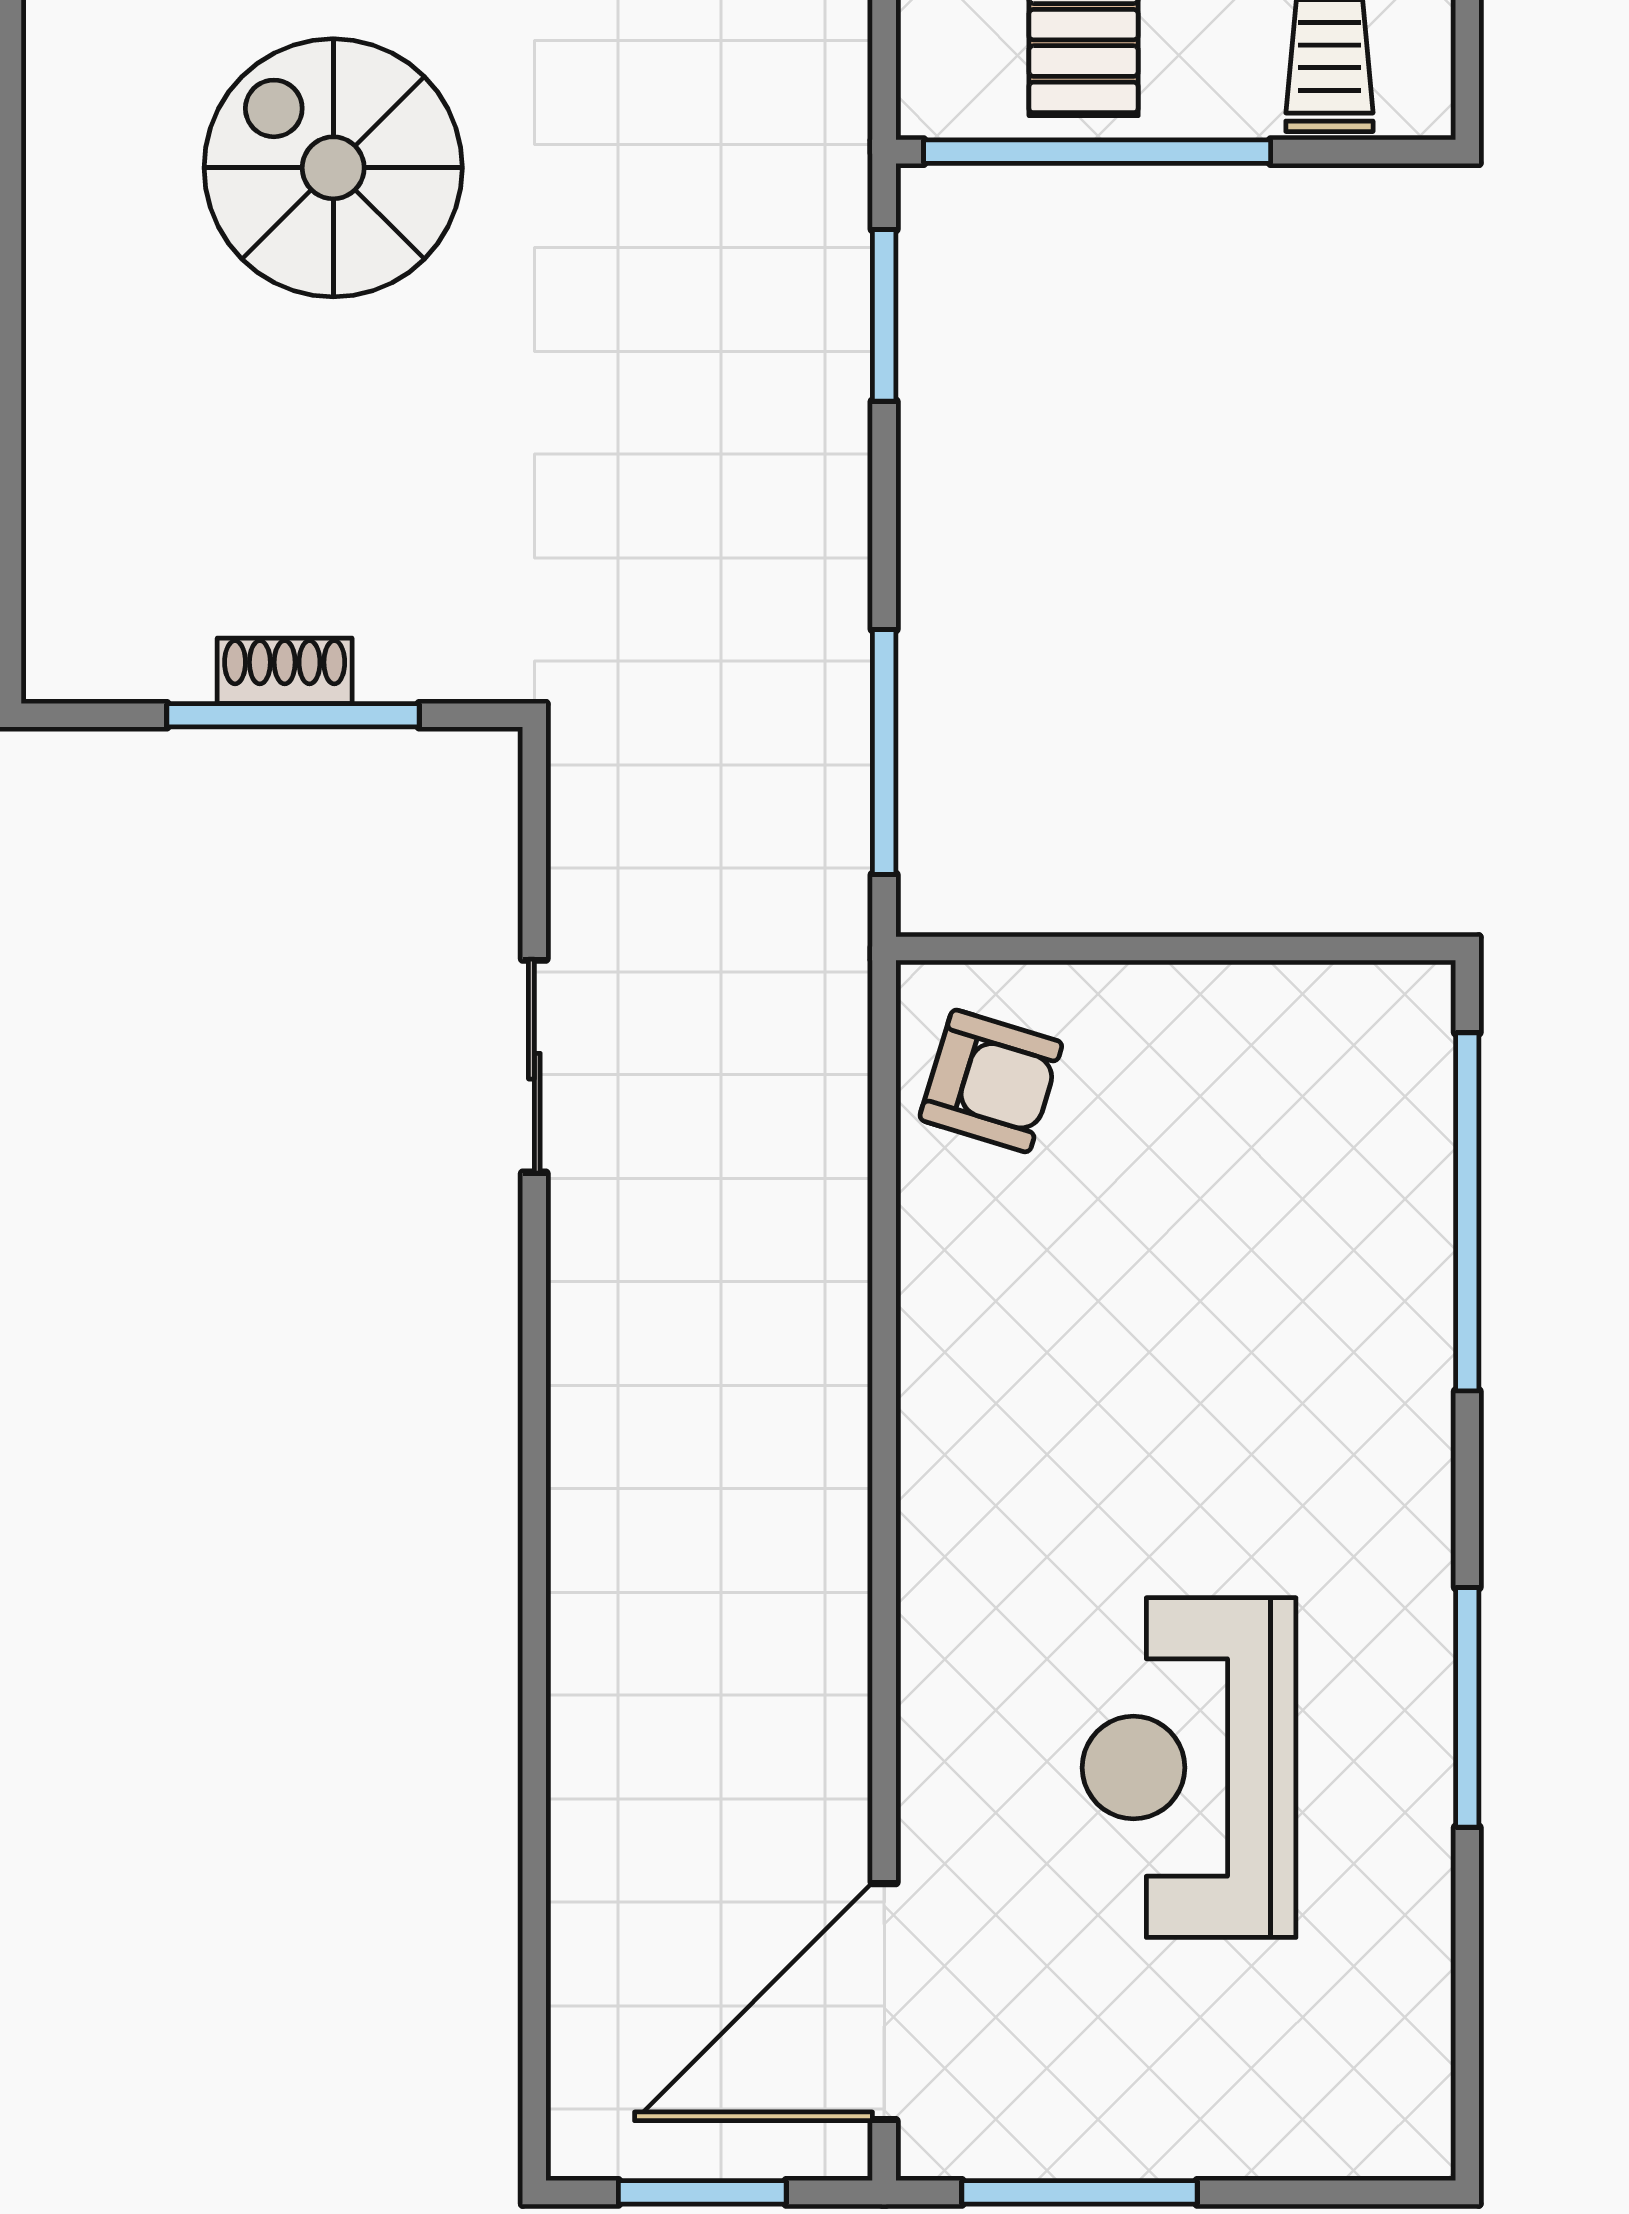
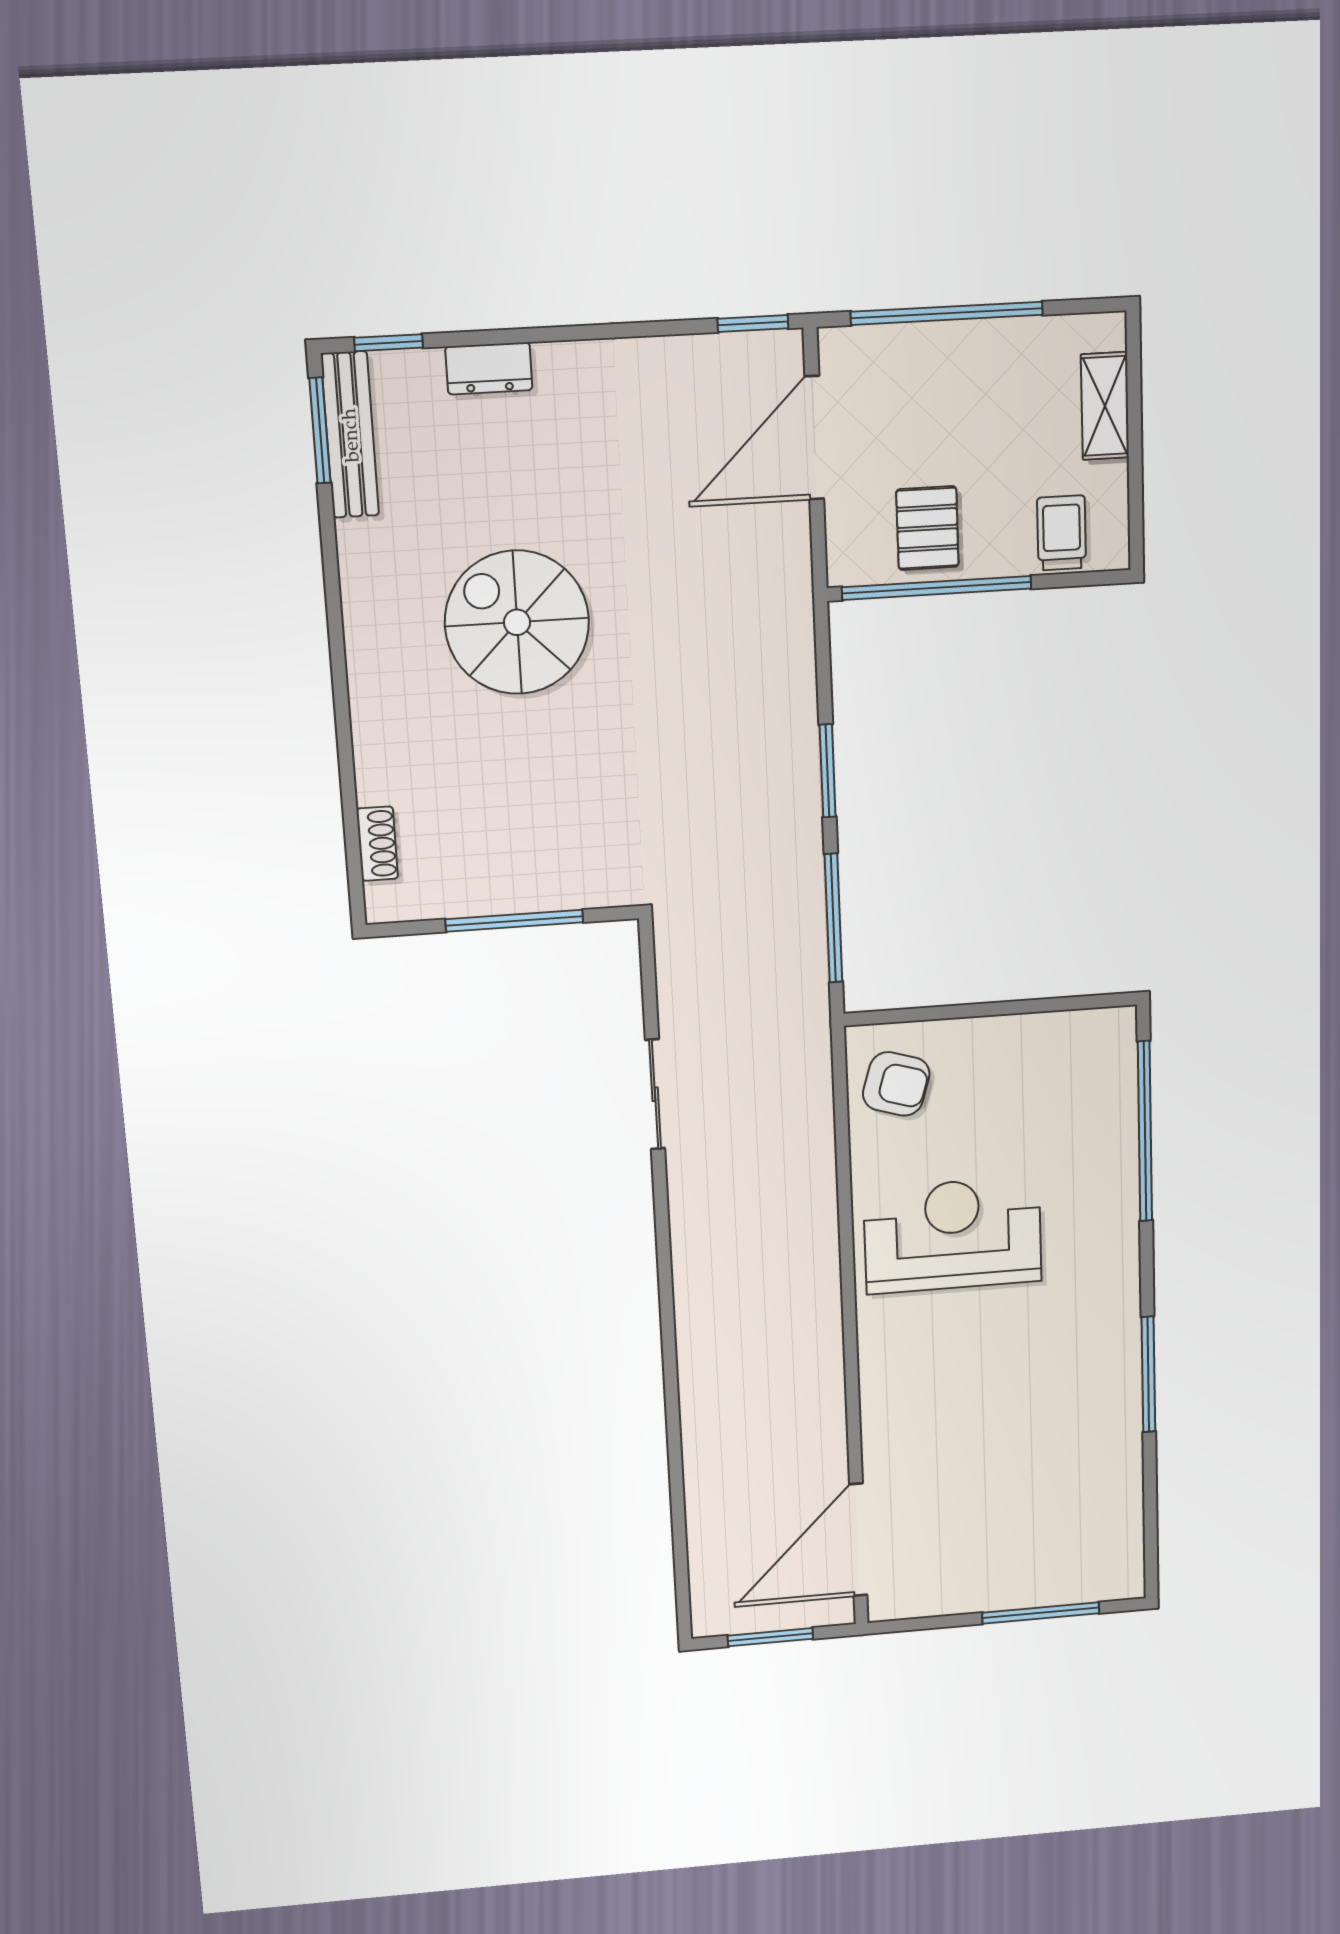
window: (884, 315) -> (828, 771), moved
shoe rack: (285, 671) -> (377, 844), moved, turned 90
reception desk: (1189, 1768) -> (953, 1235), moved, turned 90
window: (1080, 2192) -> (1041, 1613), moved

